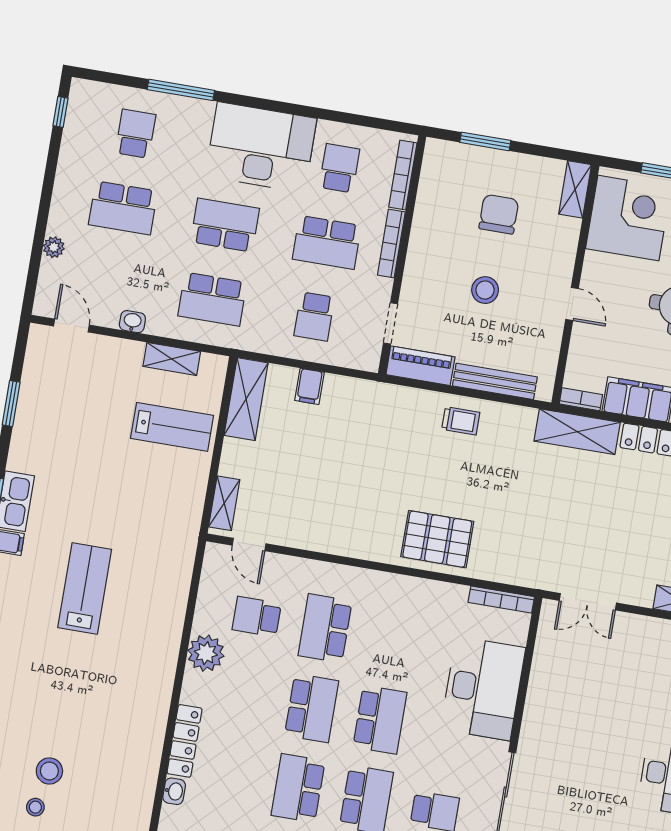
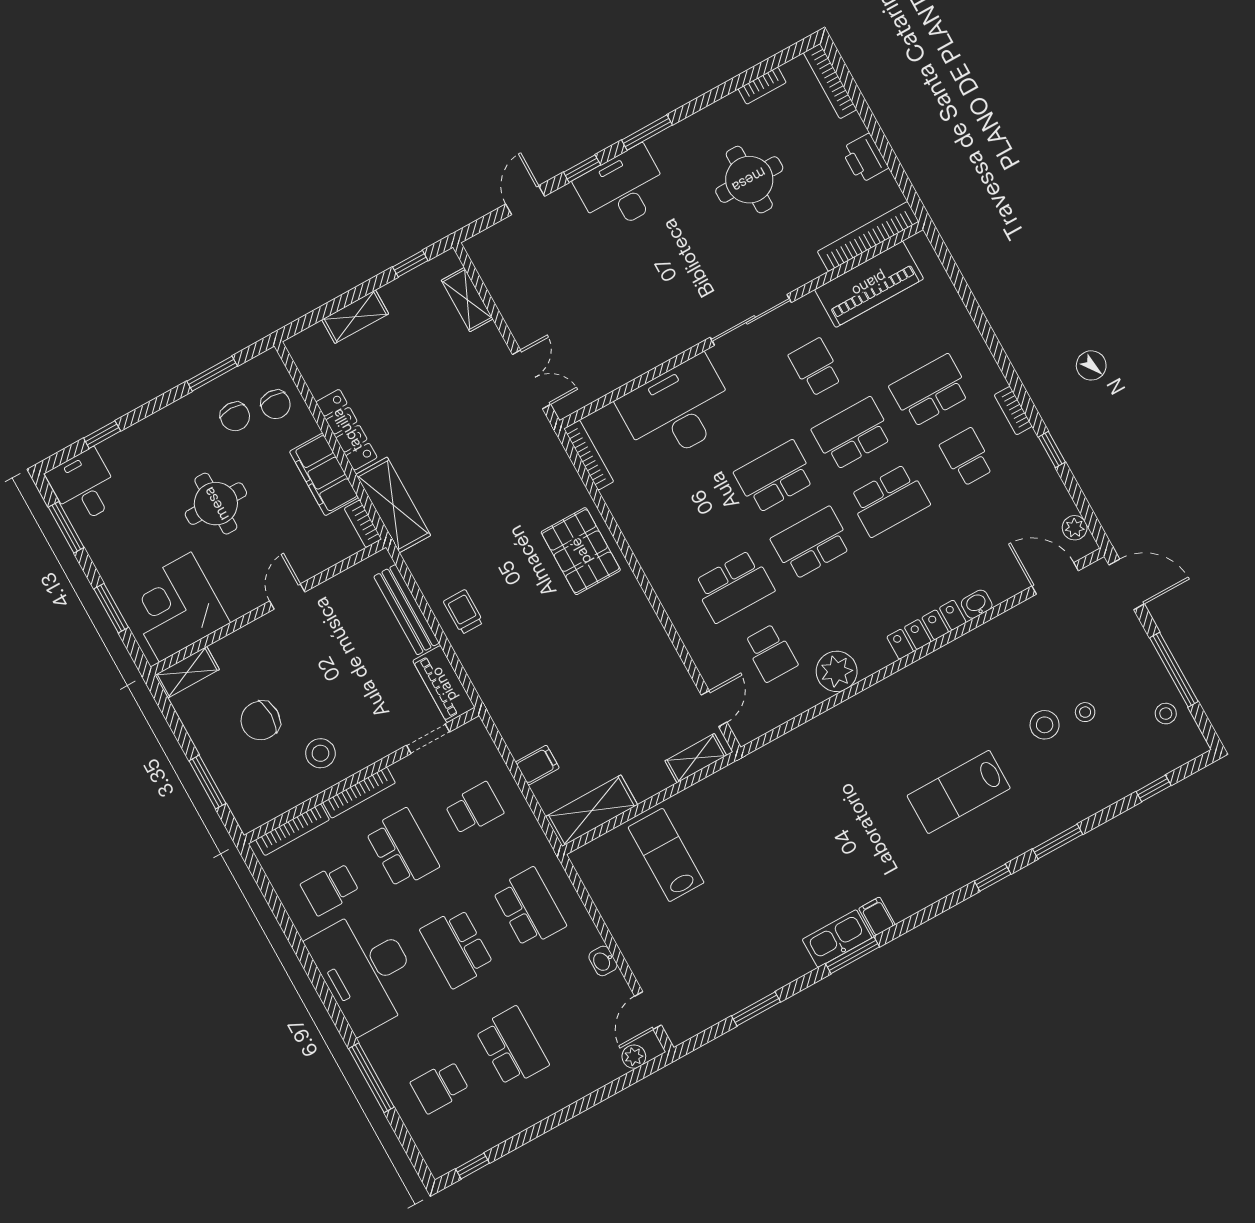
plant: (54, 247) -> (634, 1057), moved
stool: (485, 290) -> (320, 753), moved
shelving: (172, 359) -> (608, 902), removed
lab bench: (85, 588) -> (959, 792), moved

